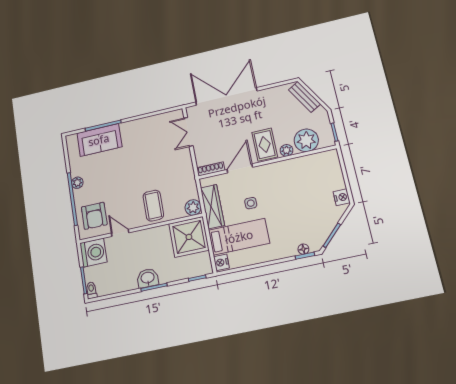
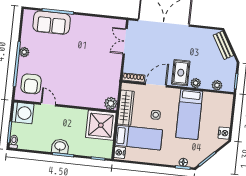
plant: (306, 140) -> (217, 85), width x0.53, depth x0.53
bed: (291, 189) -> (189, 114), added
coffee table: (153, 206) -> (80, 91), removed

